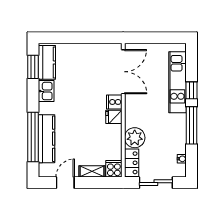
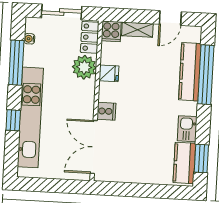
kitchen unit: (177, 82) -> (30, 117), width x1.36
fridge: (114, 117) -> (109, 73), moved
window: (191, 125) -> (16, 63), moved

